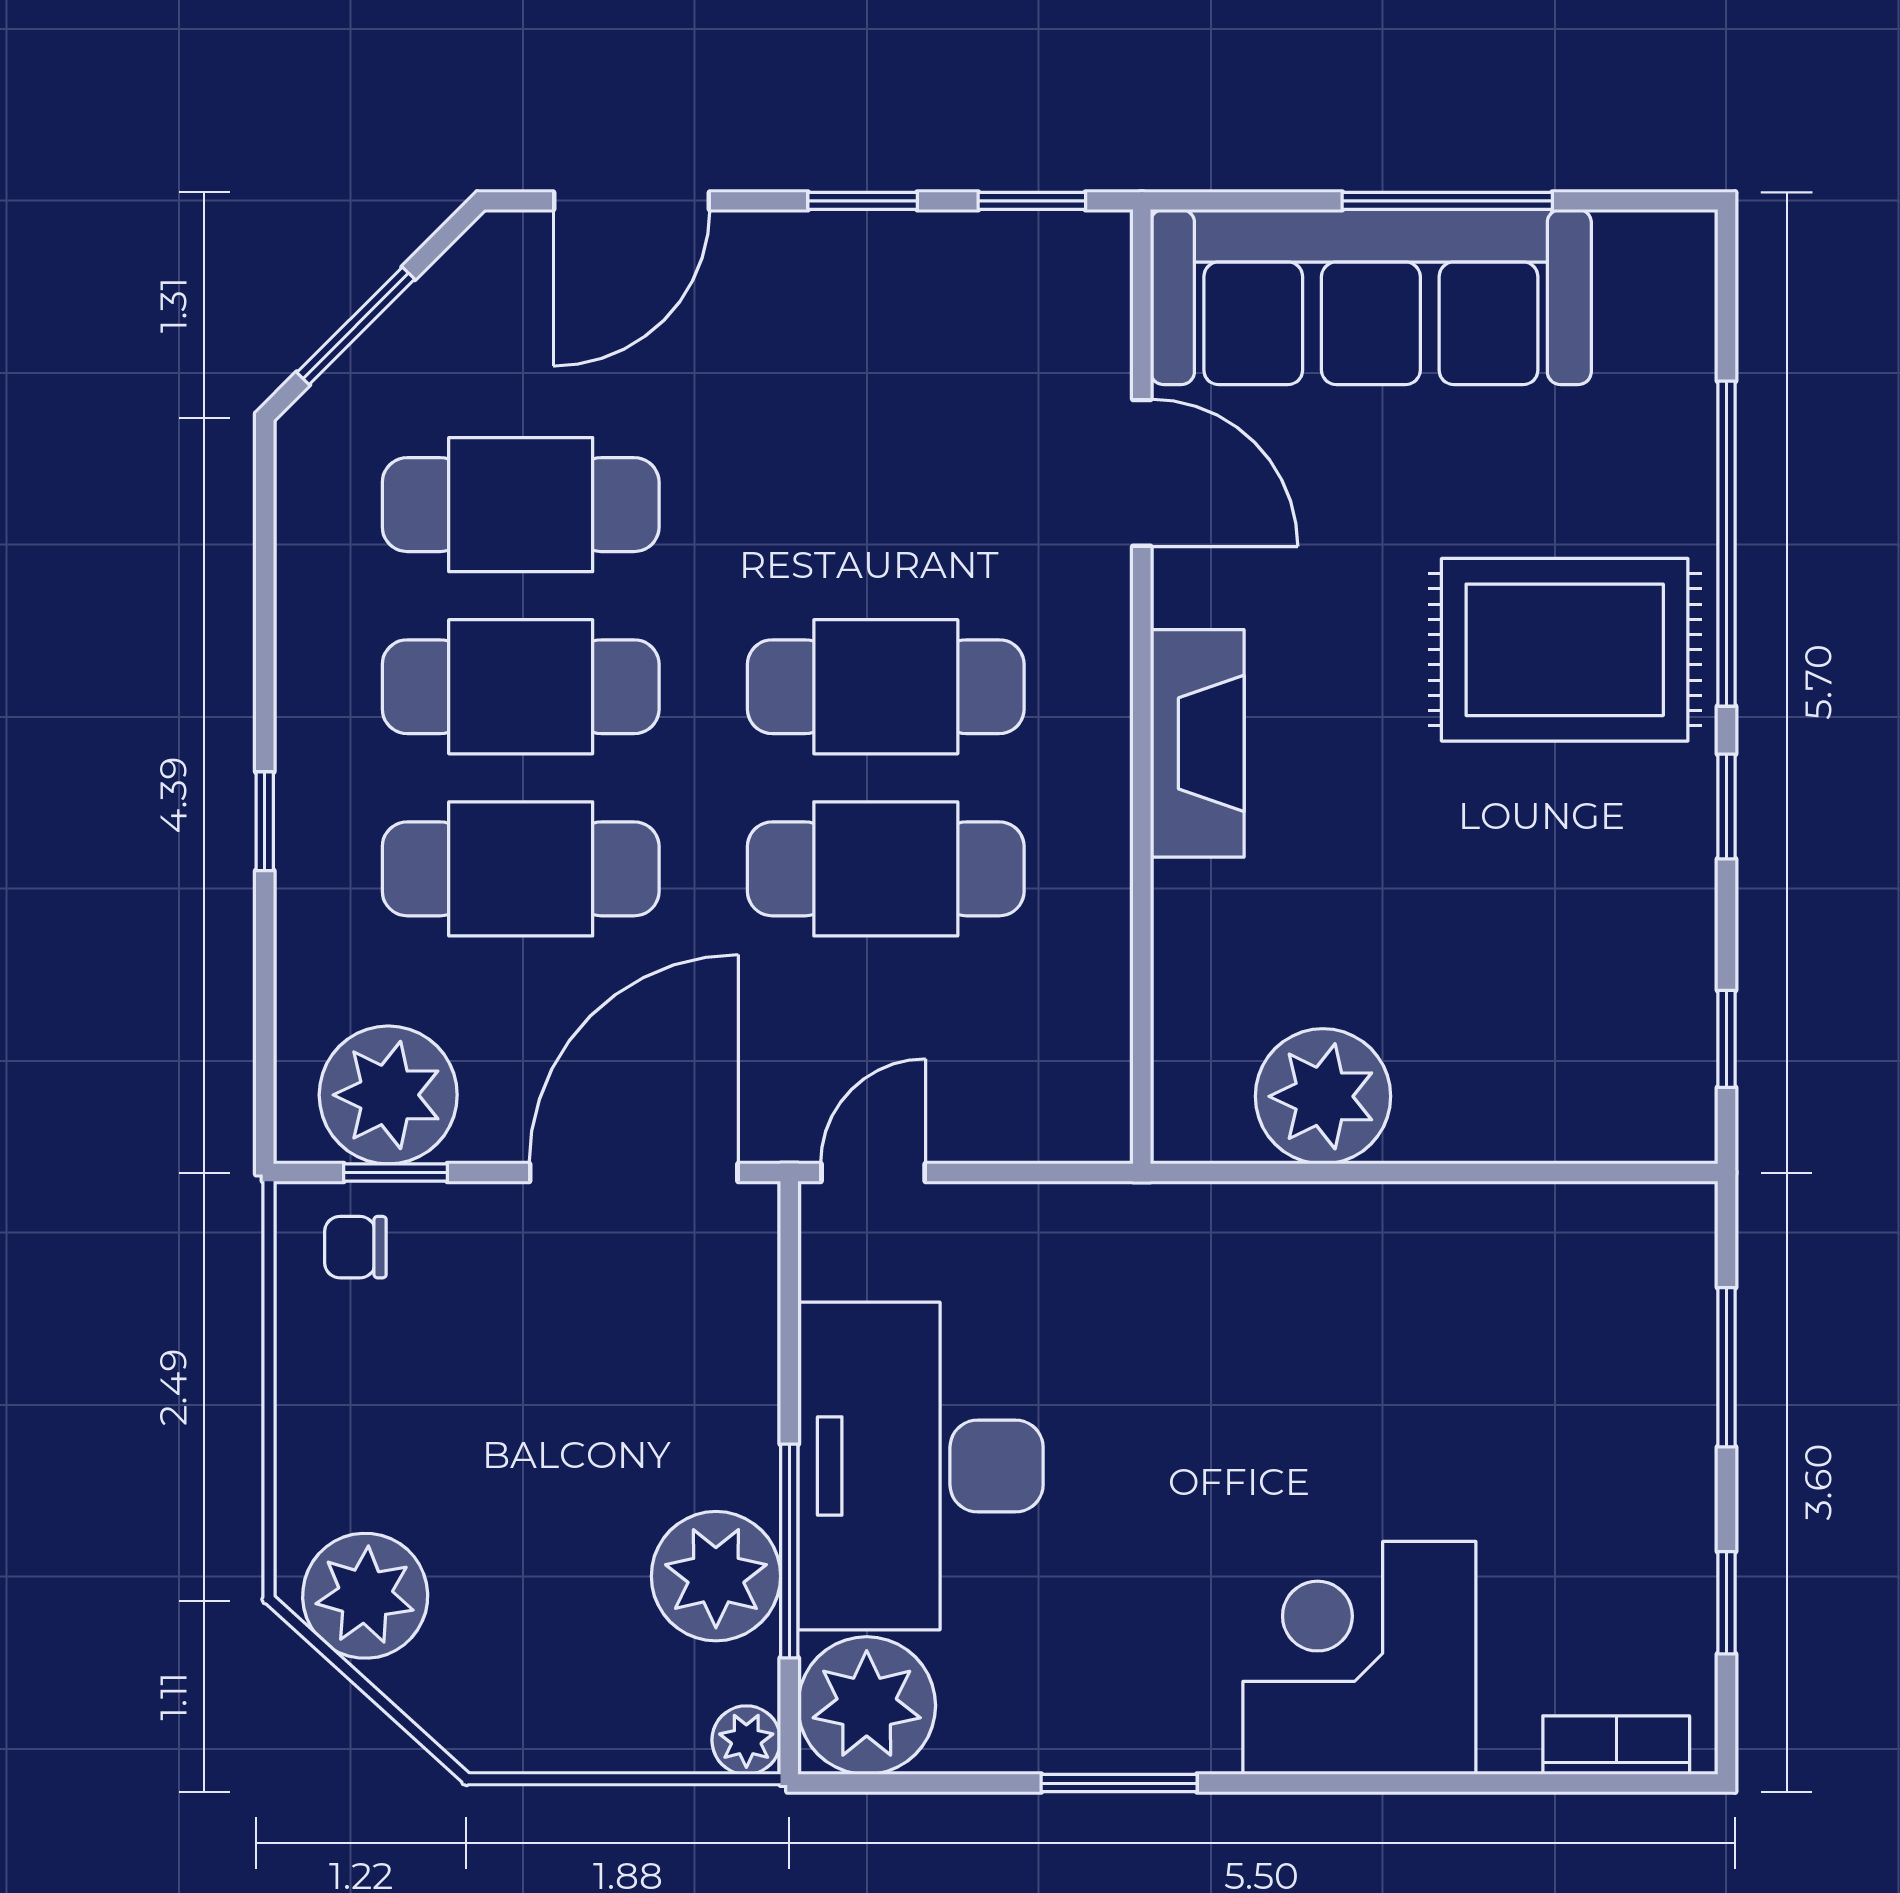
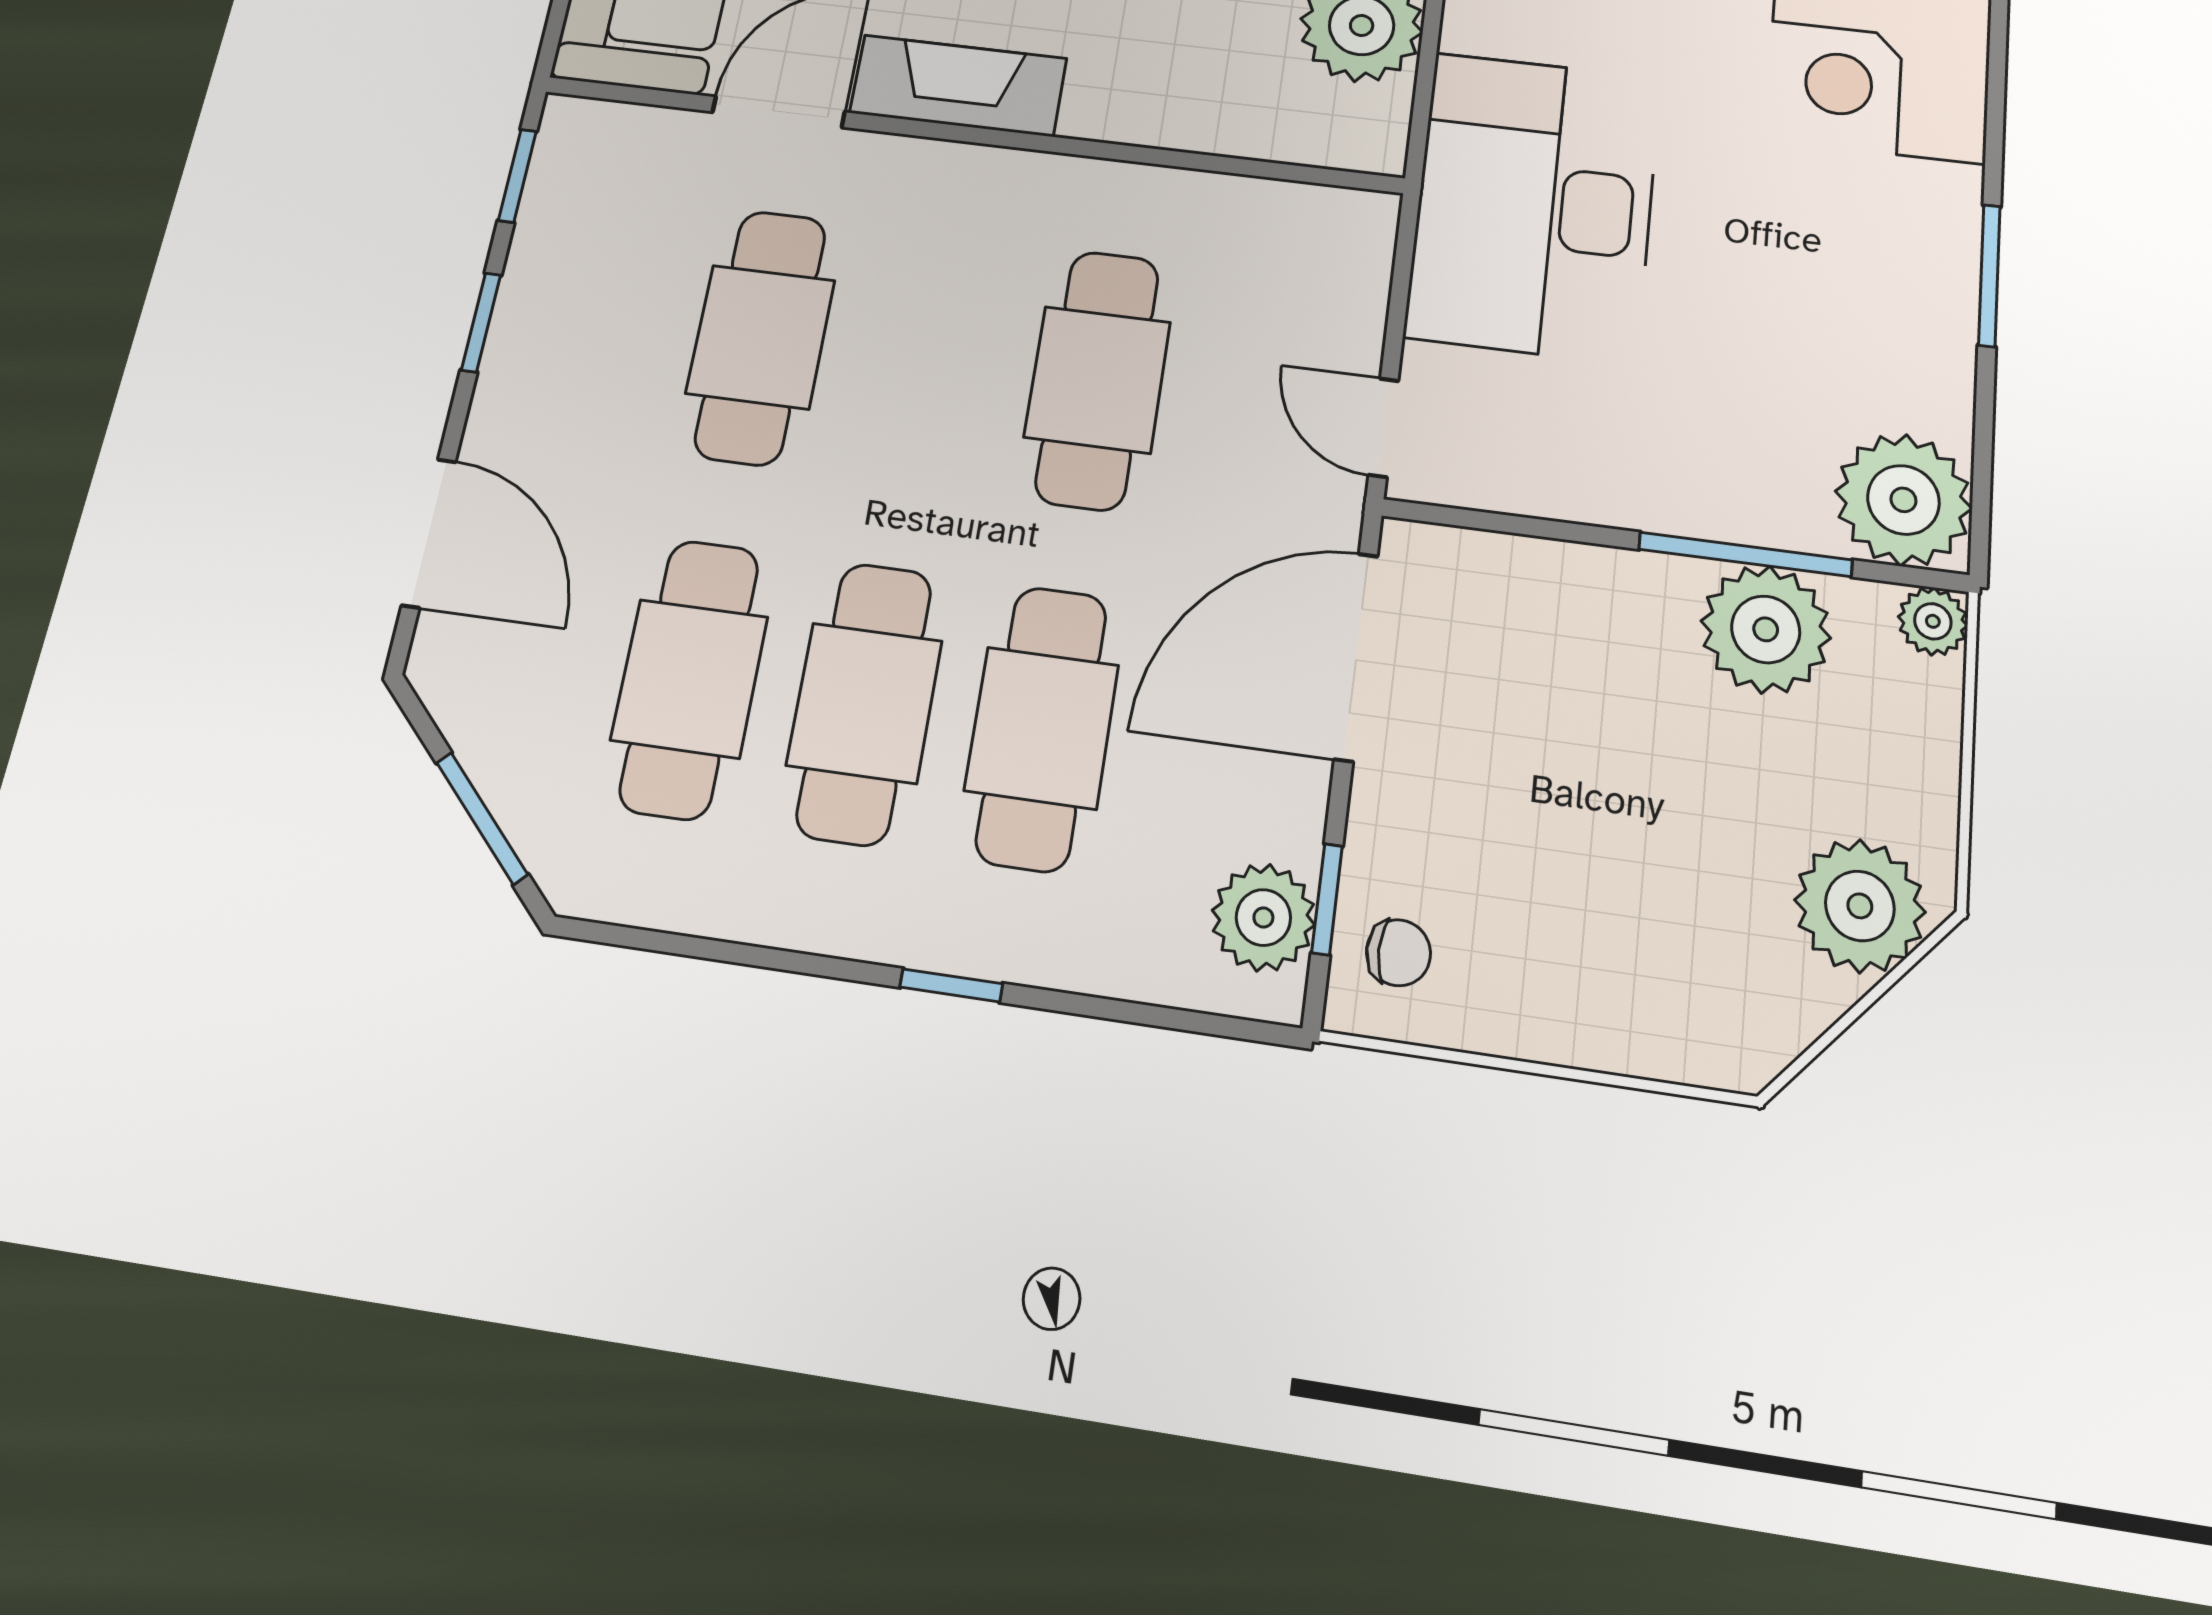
cafe table: (886, 687) -> (761, 337), moved
fireplace: (1197, 743) -> (958, 86), moved
plant: (388, 1095) -> (1263, 918), width x0.73, depth x0.73
door: (634, 1173) -> (1356, 657), hinge flipped
chair: (355, 1247) -> (1398, 953), turned -90
desk: (920, 1466) -> (1534, 206), moved, turned 90
plant: (365, 1596) -> (1860, 906), moved

